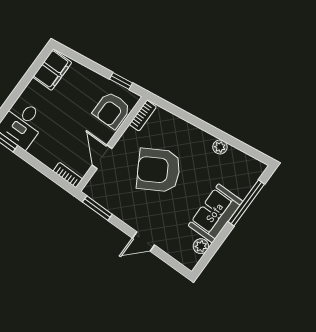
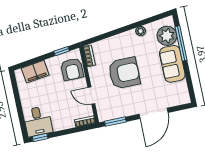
filing cabinet: (52, 70) -> (35, 72), moved, turned 83
armchair: (158, 170) -> (124, 73), turned -150
door: (143, 241) -> (153, 113), width x1.87
plant: (201, 246) -> (167, 36), moved, width x1.88, depth x1.88

